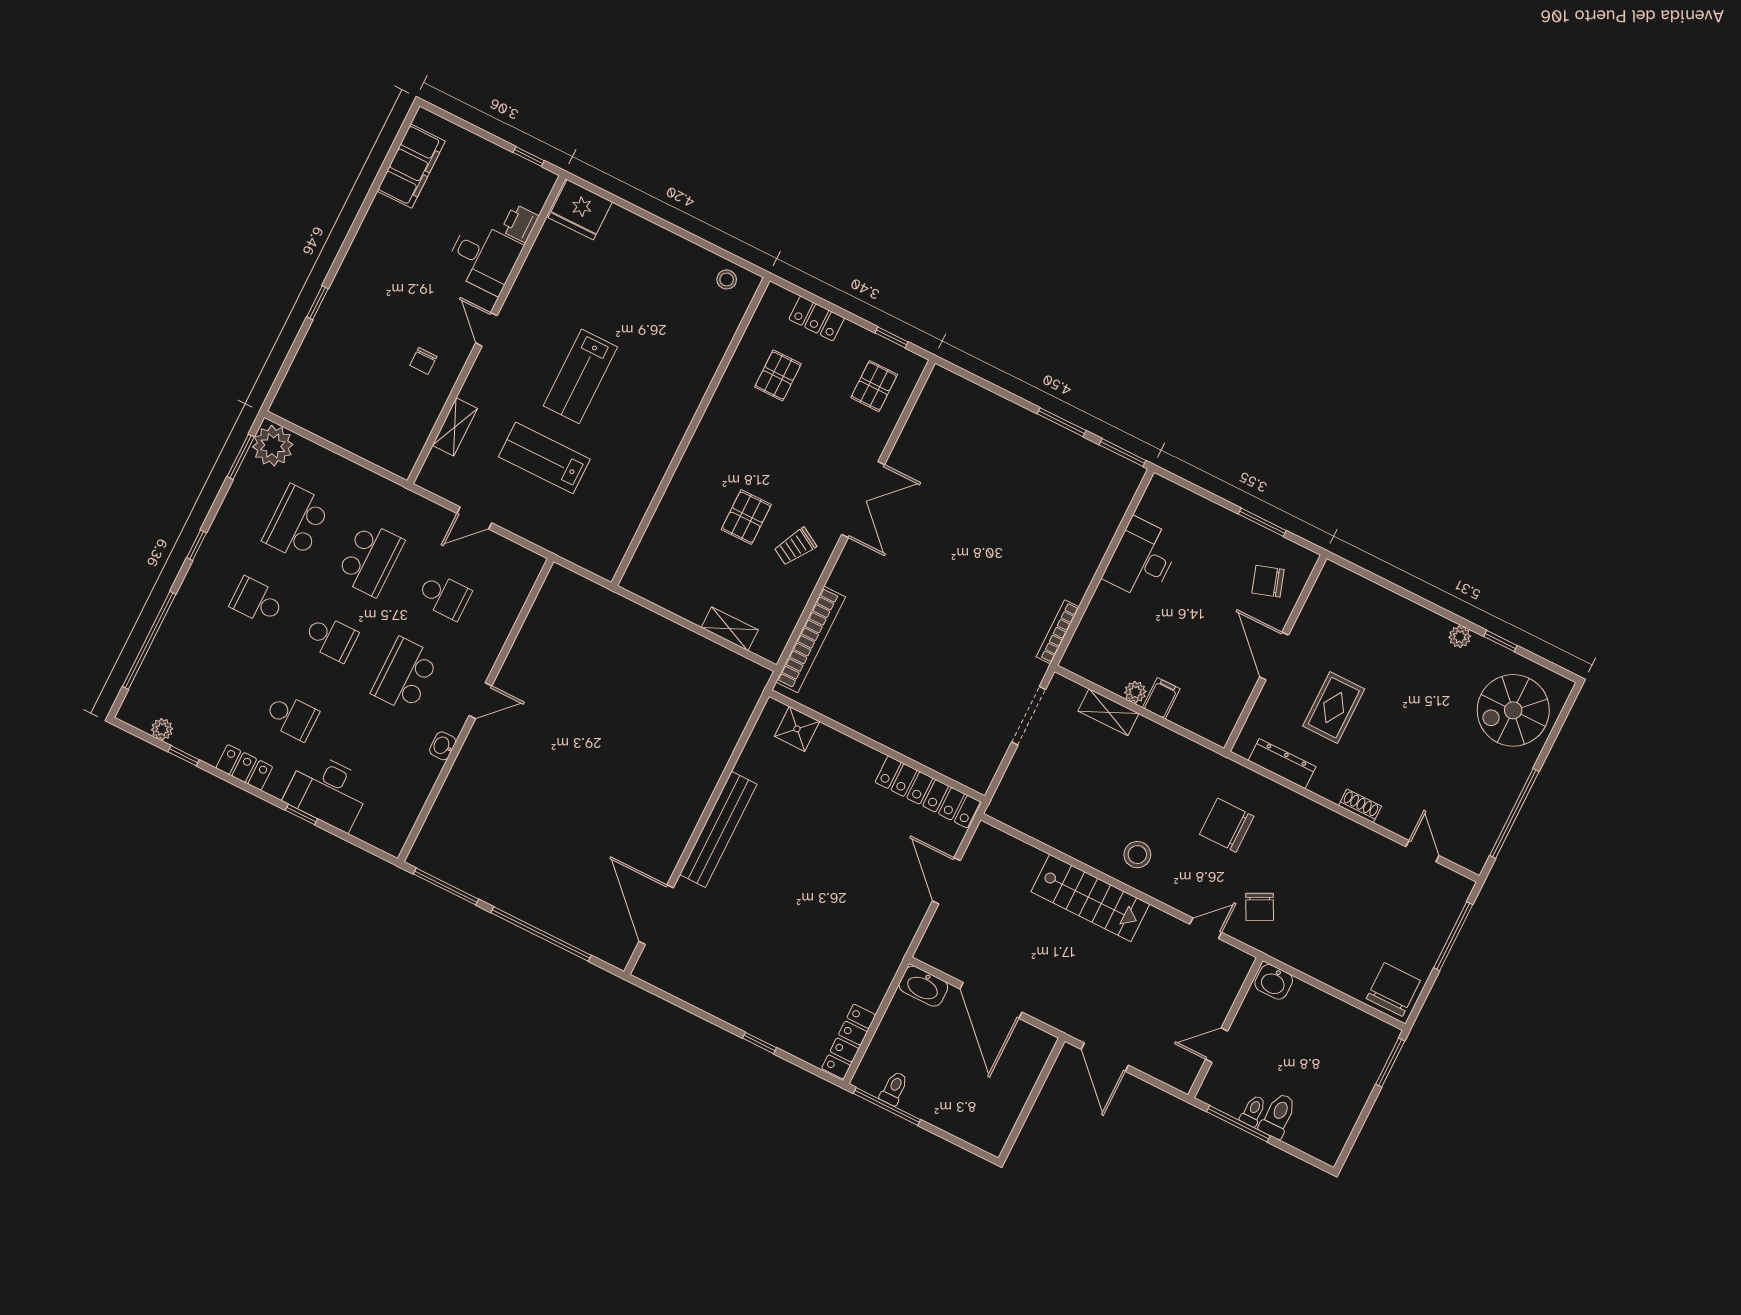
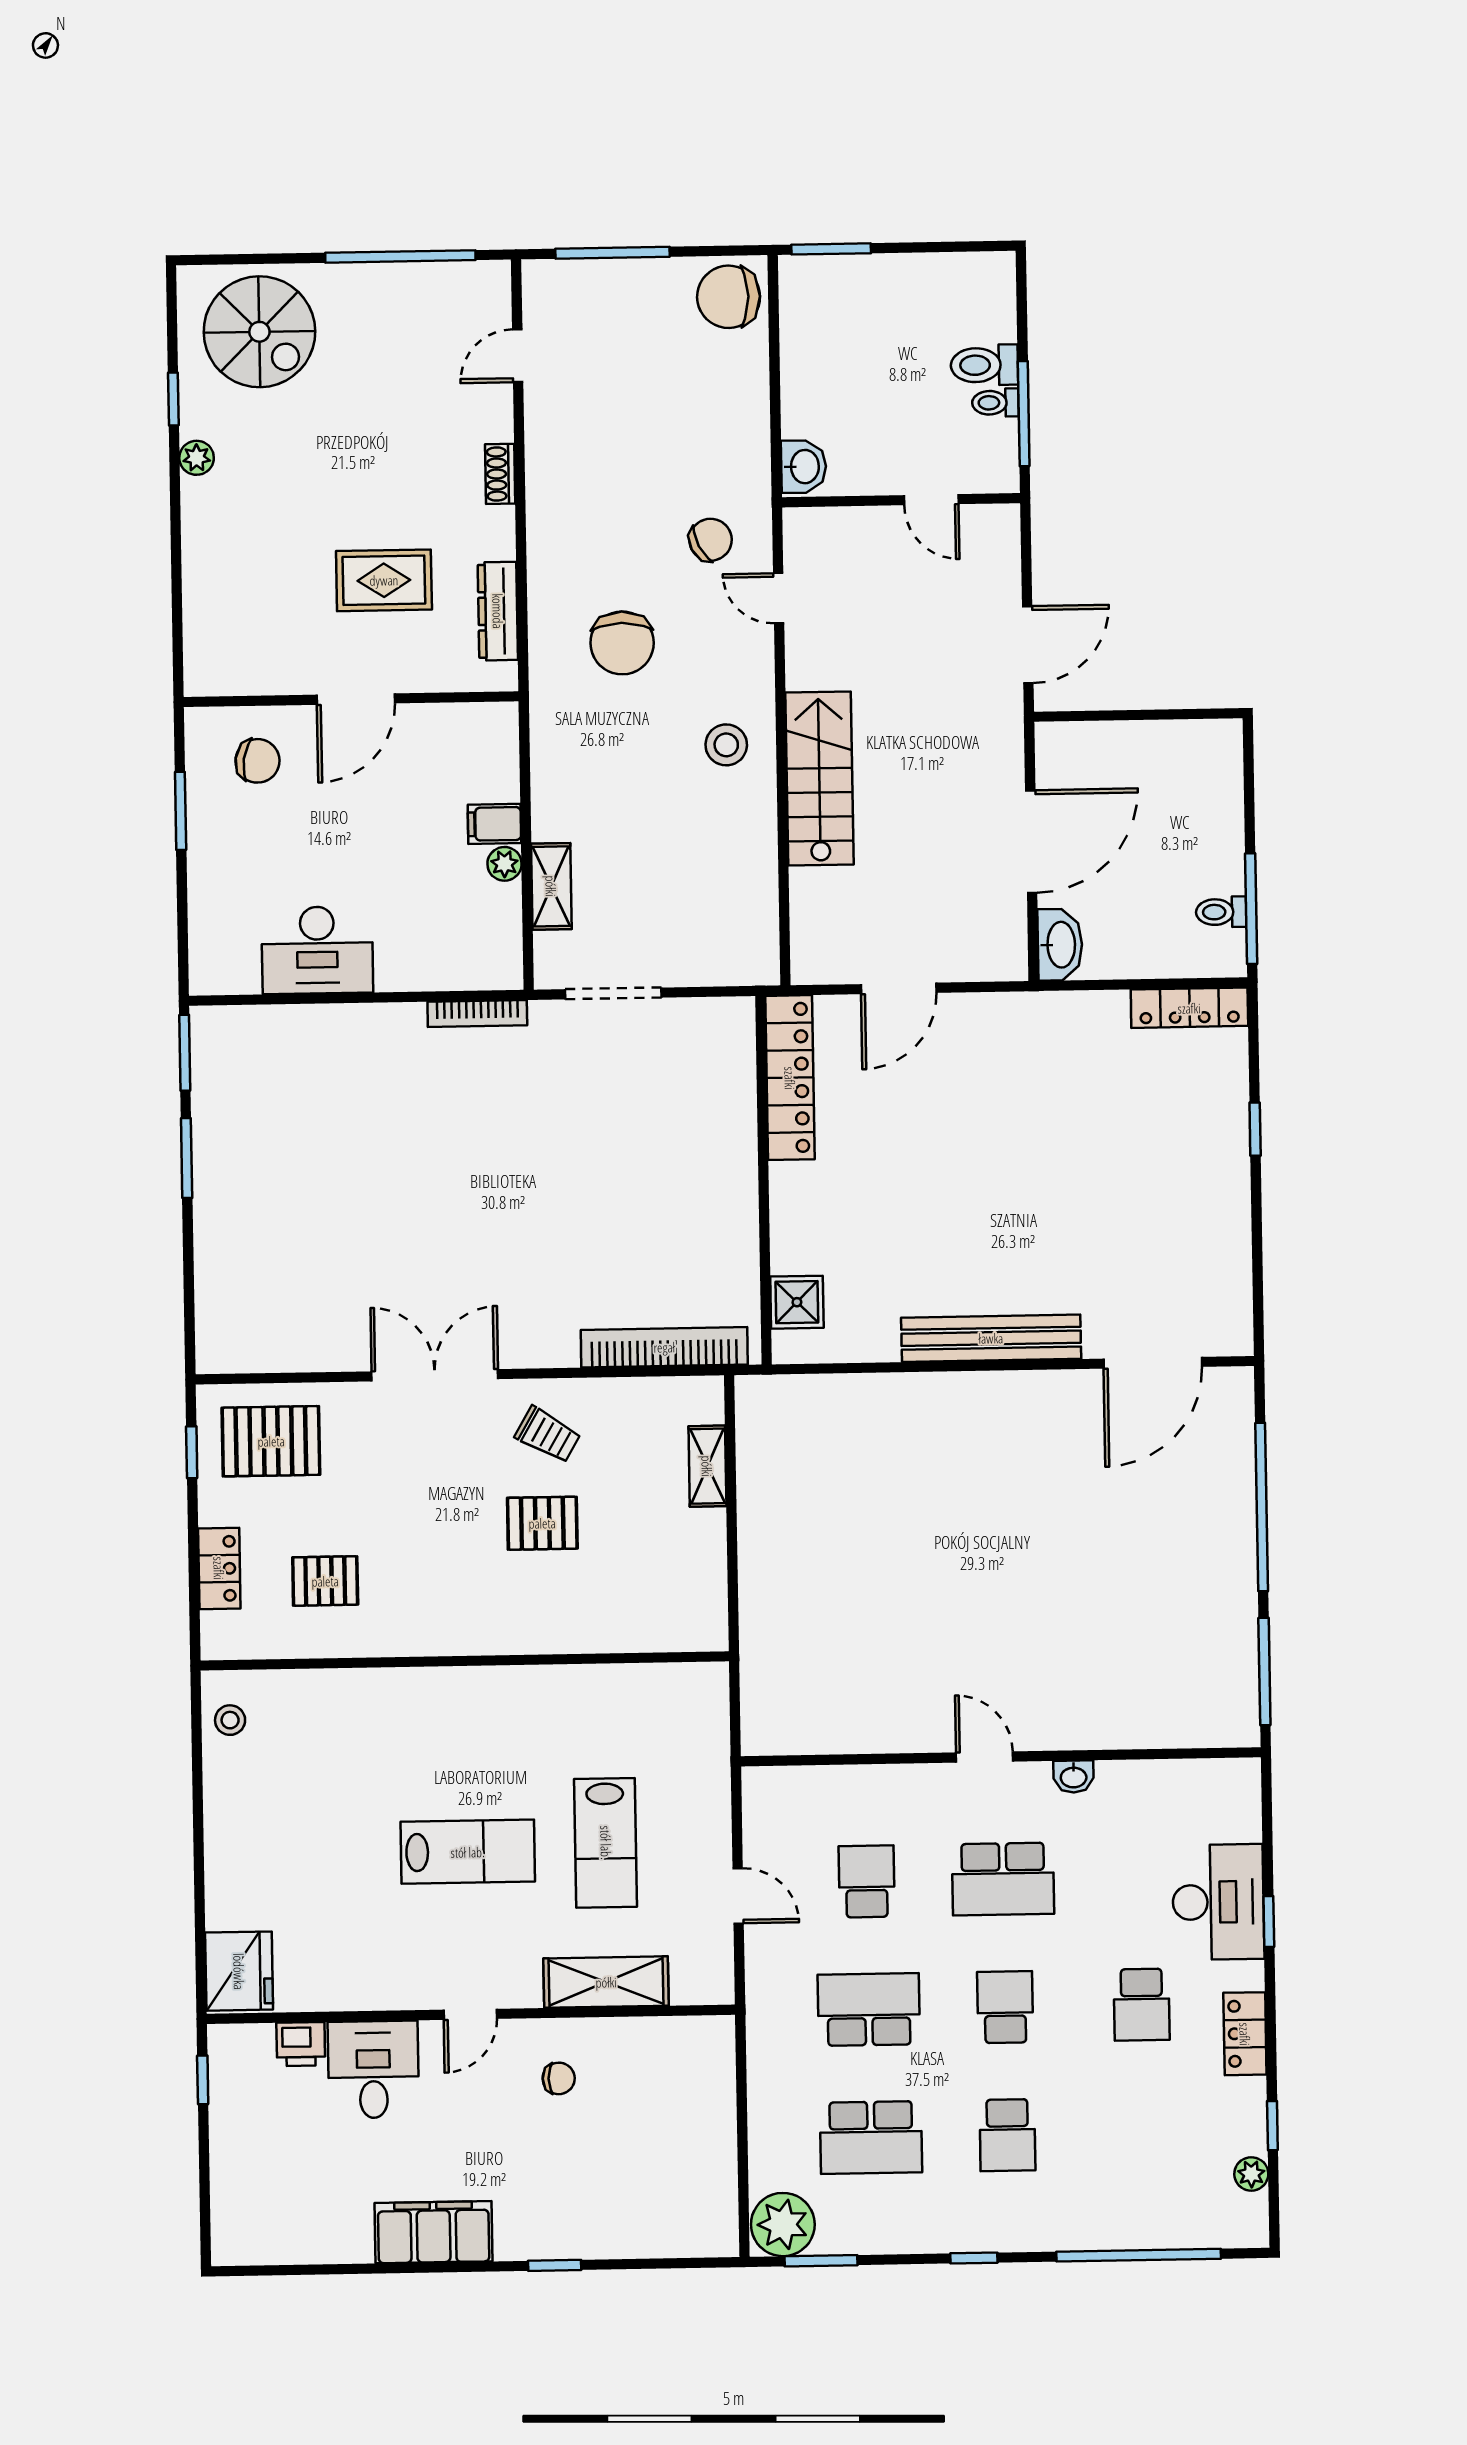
filing cabinet: (411, 166) -> (434, 2232), moved
pallet: (874, 386) -> (271, 1441), width x1.50, depth x1.42
shelving: (455, 427) -> (606, 1982), width x1.50, depth x1.33
chair: (1268, 581) -> (258, 761), turned -63
school desk: (292, 717) -> (1142, 2005), turned 180

